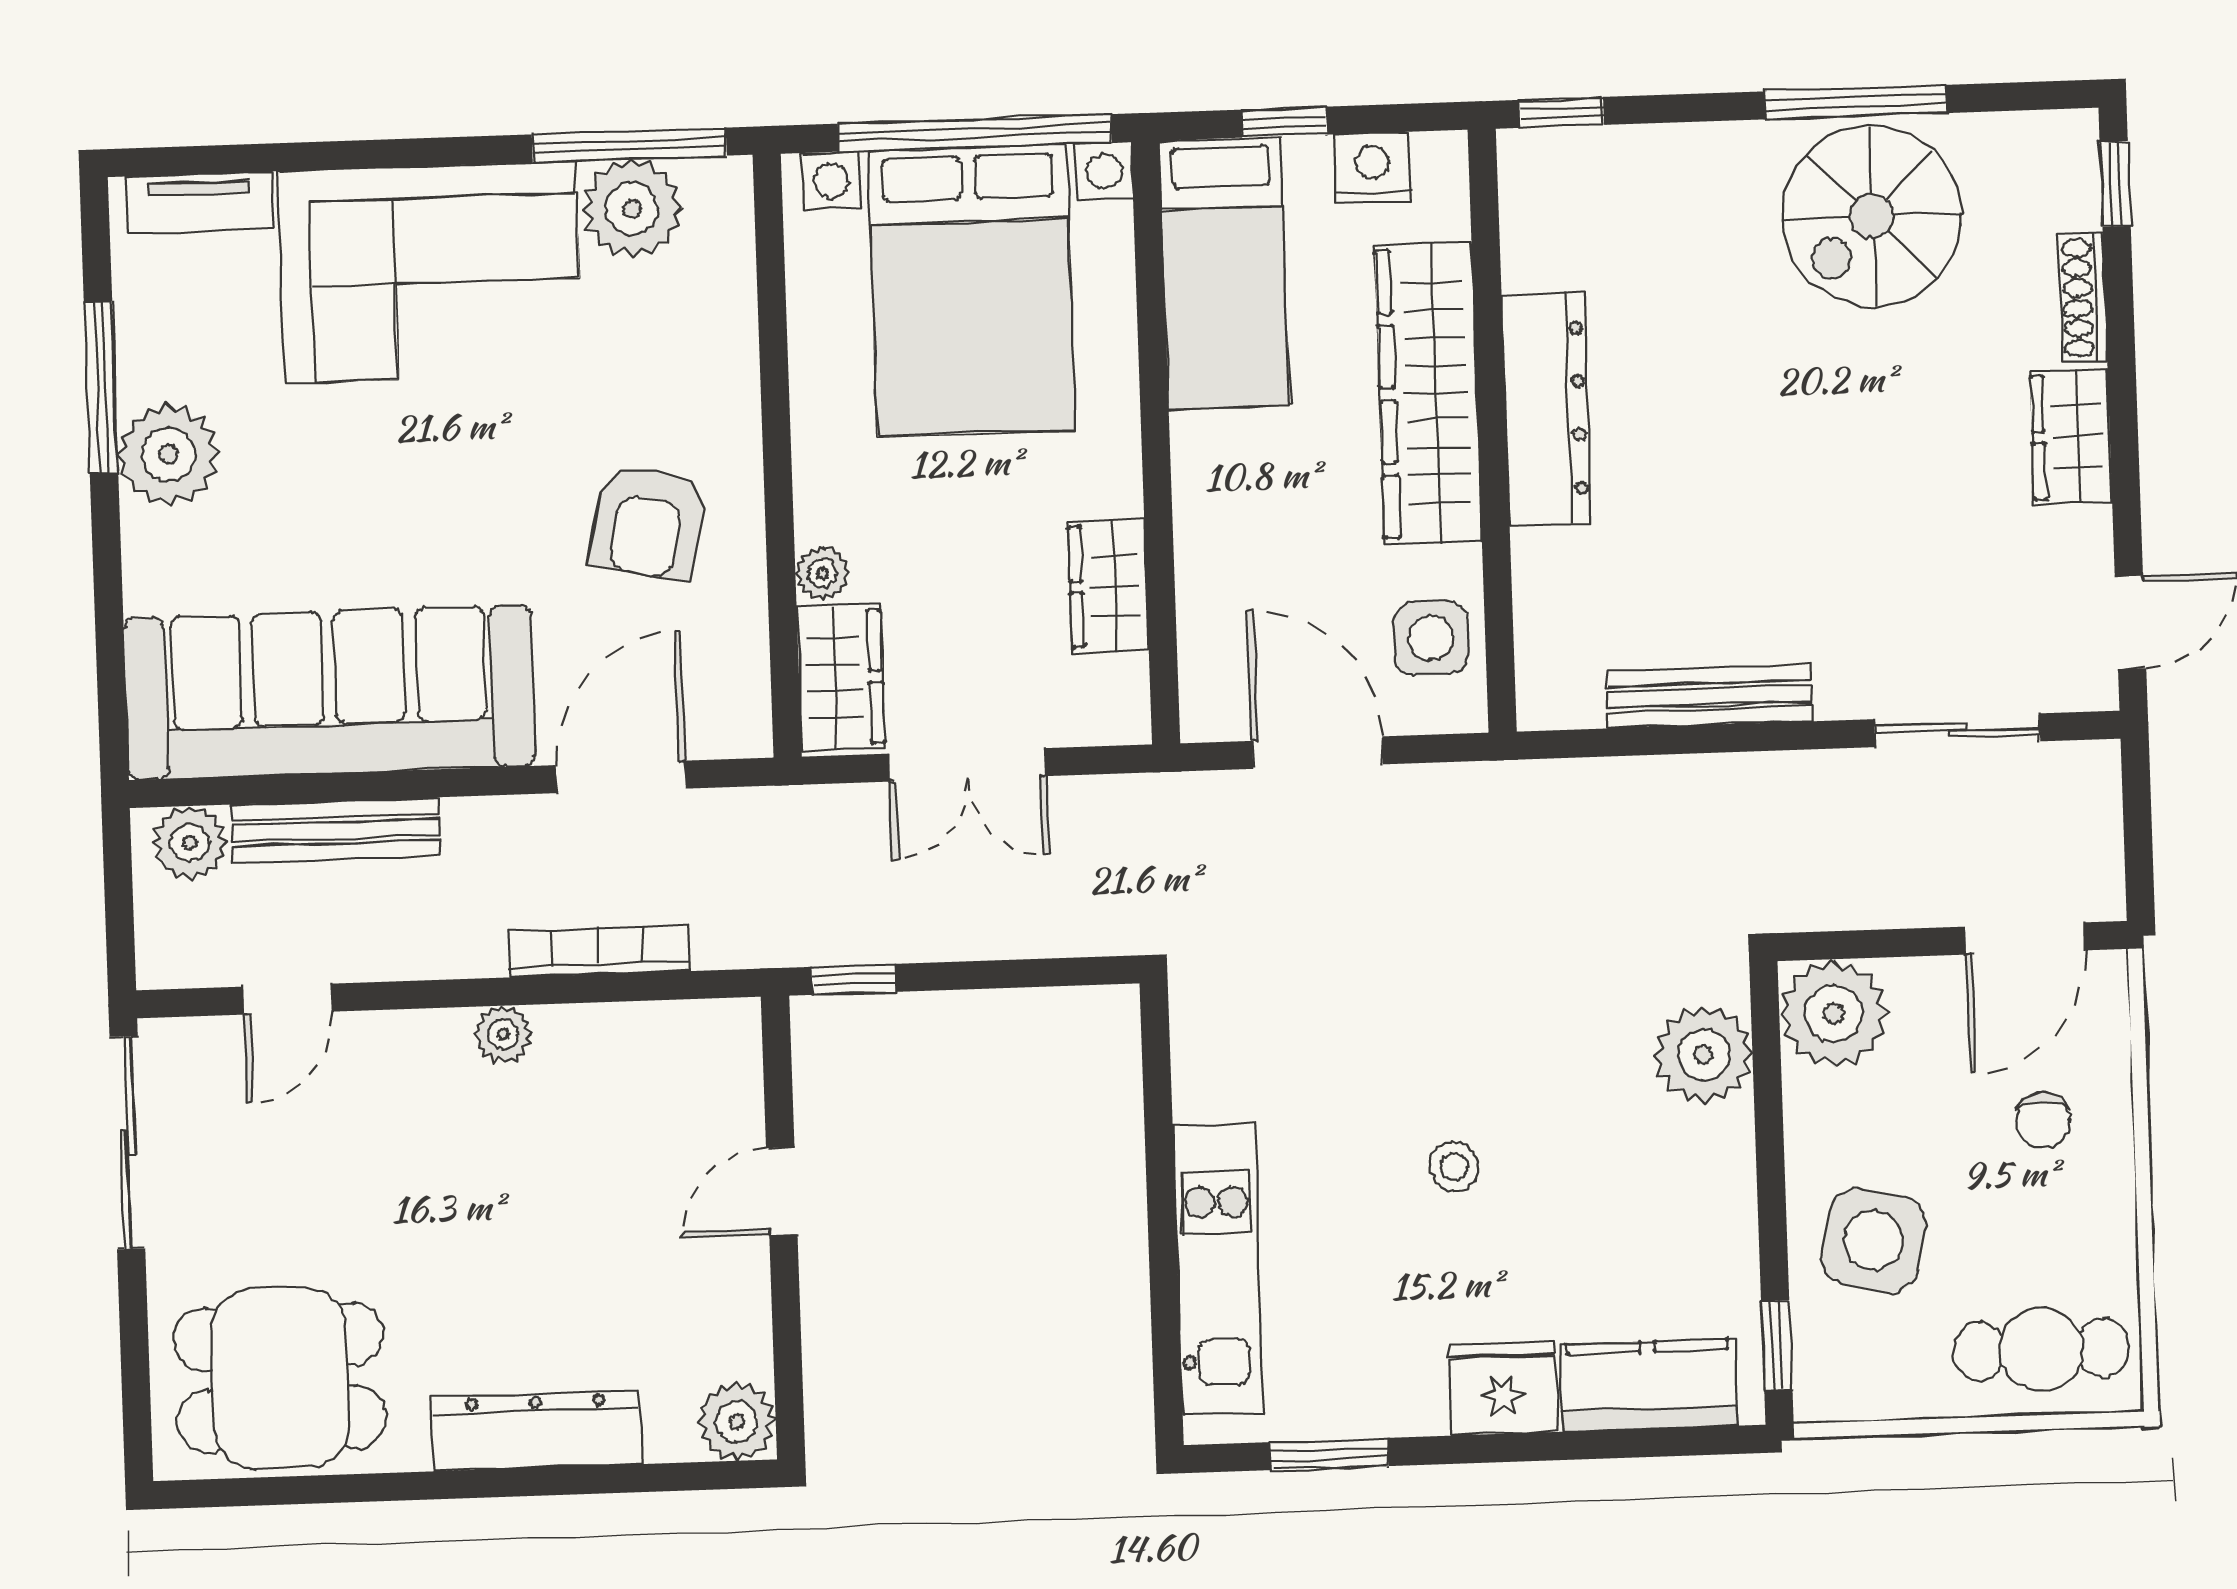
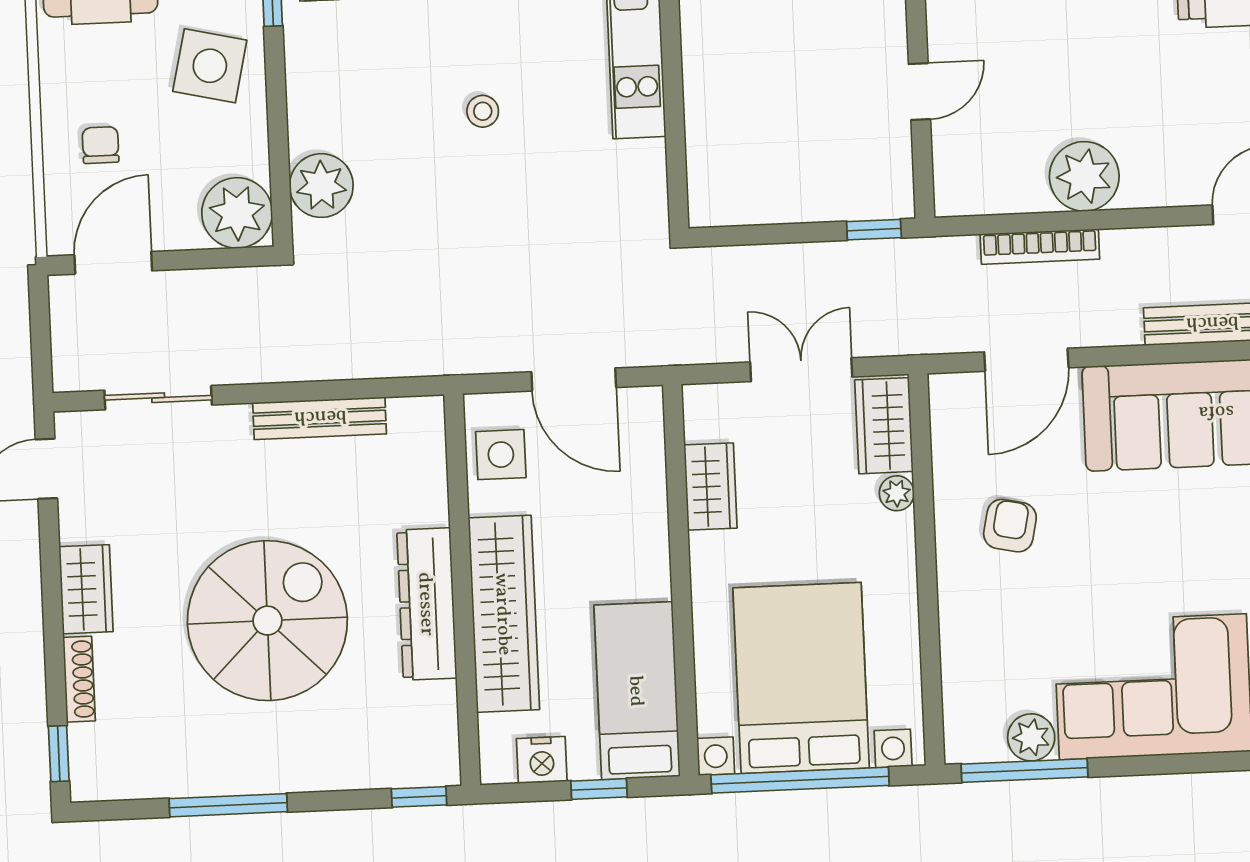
plant: (632, 208) -> (1031, 737), width x0.73, depth x0.73
spiral stairs: (1872, 216) -> (267, 621), moved, width x1.37, depth x1.37
armchair: (648, 522) -> (1010, 526), width x0.72, depth x0.72
plant: (503, 1034) -> (1084, 176), width x1.88, depth x1.88

